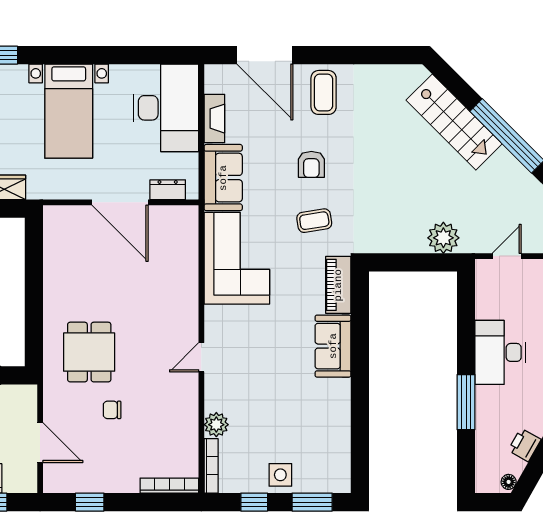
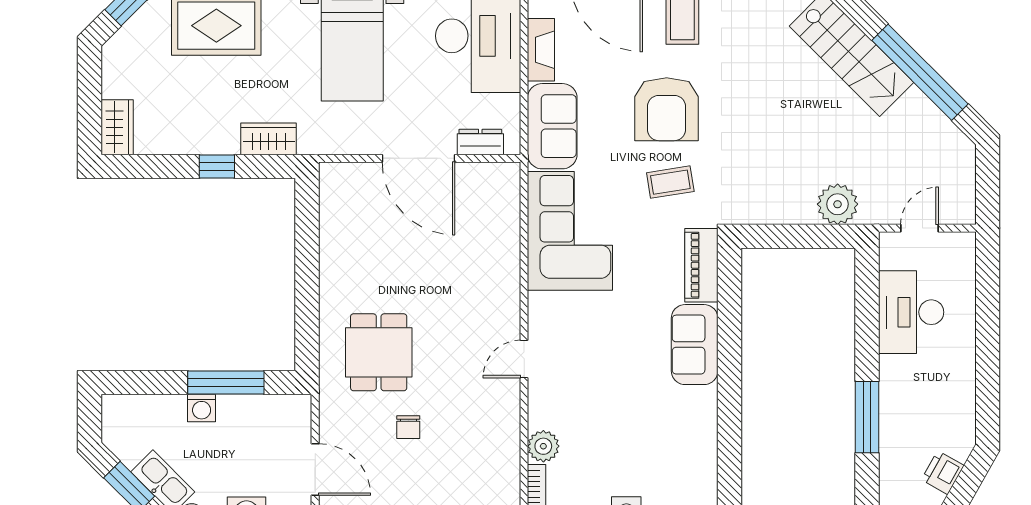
armchair: (311, 164) -> (667, 109), width x1.88, depth x1.88
desk: (500, 352) -> (911, 312), moved
chair: (112, 410) -> (408, 427), turned -90

